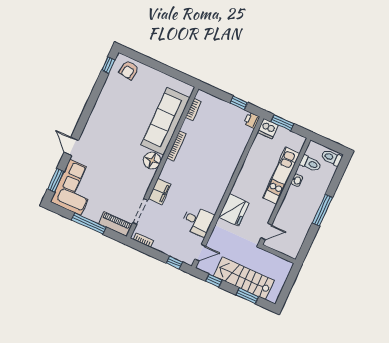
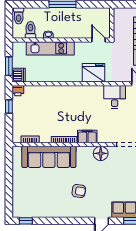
armchair: (129, 70) -> (79, 191), moved
floor lamp: (152, 161) -> (101, 153), moved
filing cabinet: (160, 191) -> (87, 137), moved

